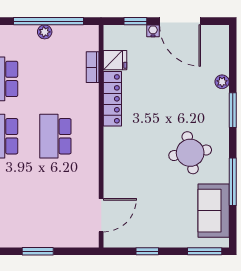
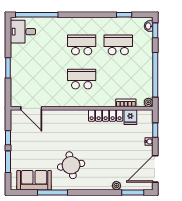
door: (180, 21) -> (155, 169), moved
plant: (45, 32) -> (148, 102), moved
window: (233, 110) -> (133, 192), moved
window: (205, 251) -> (8, 162), moved

